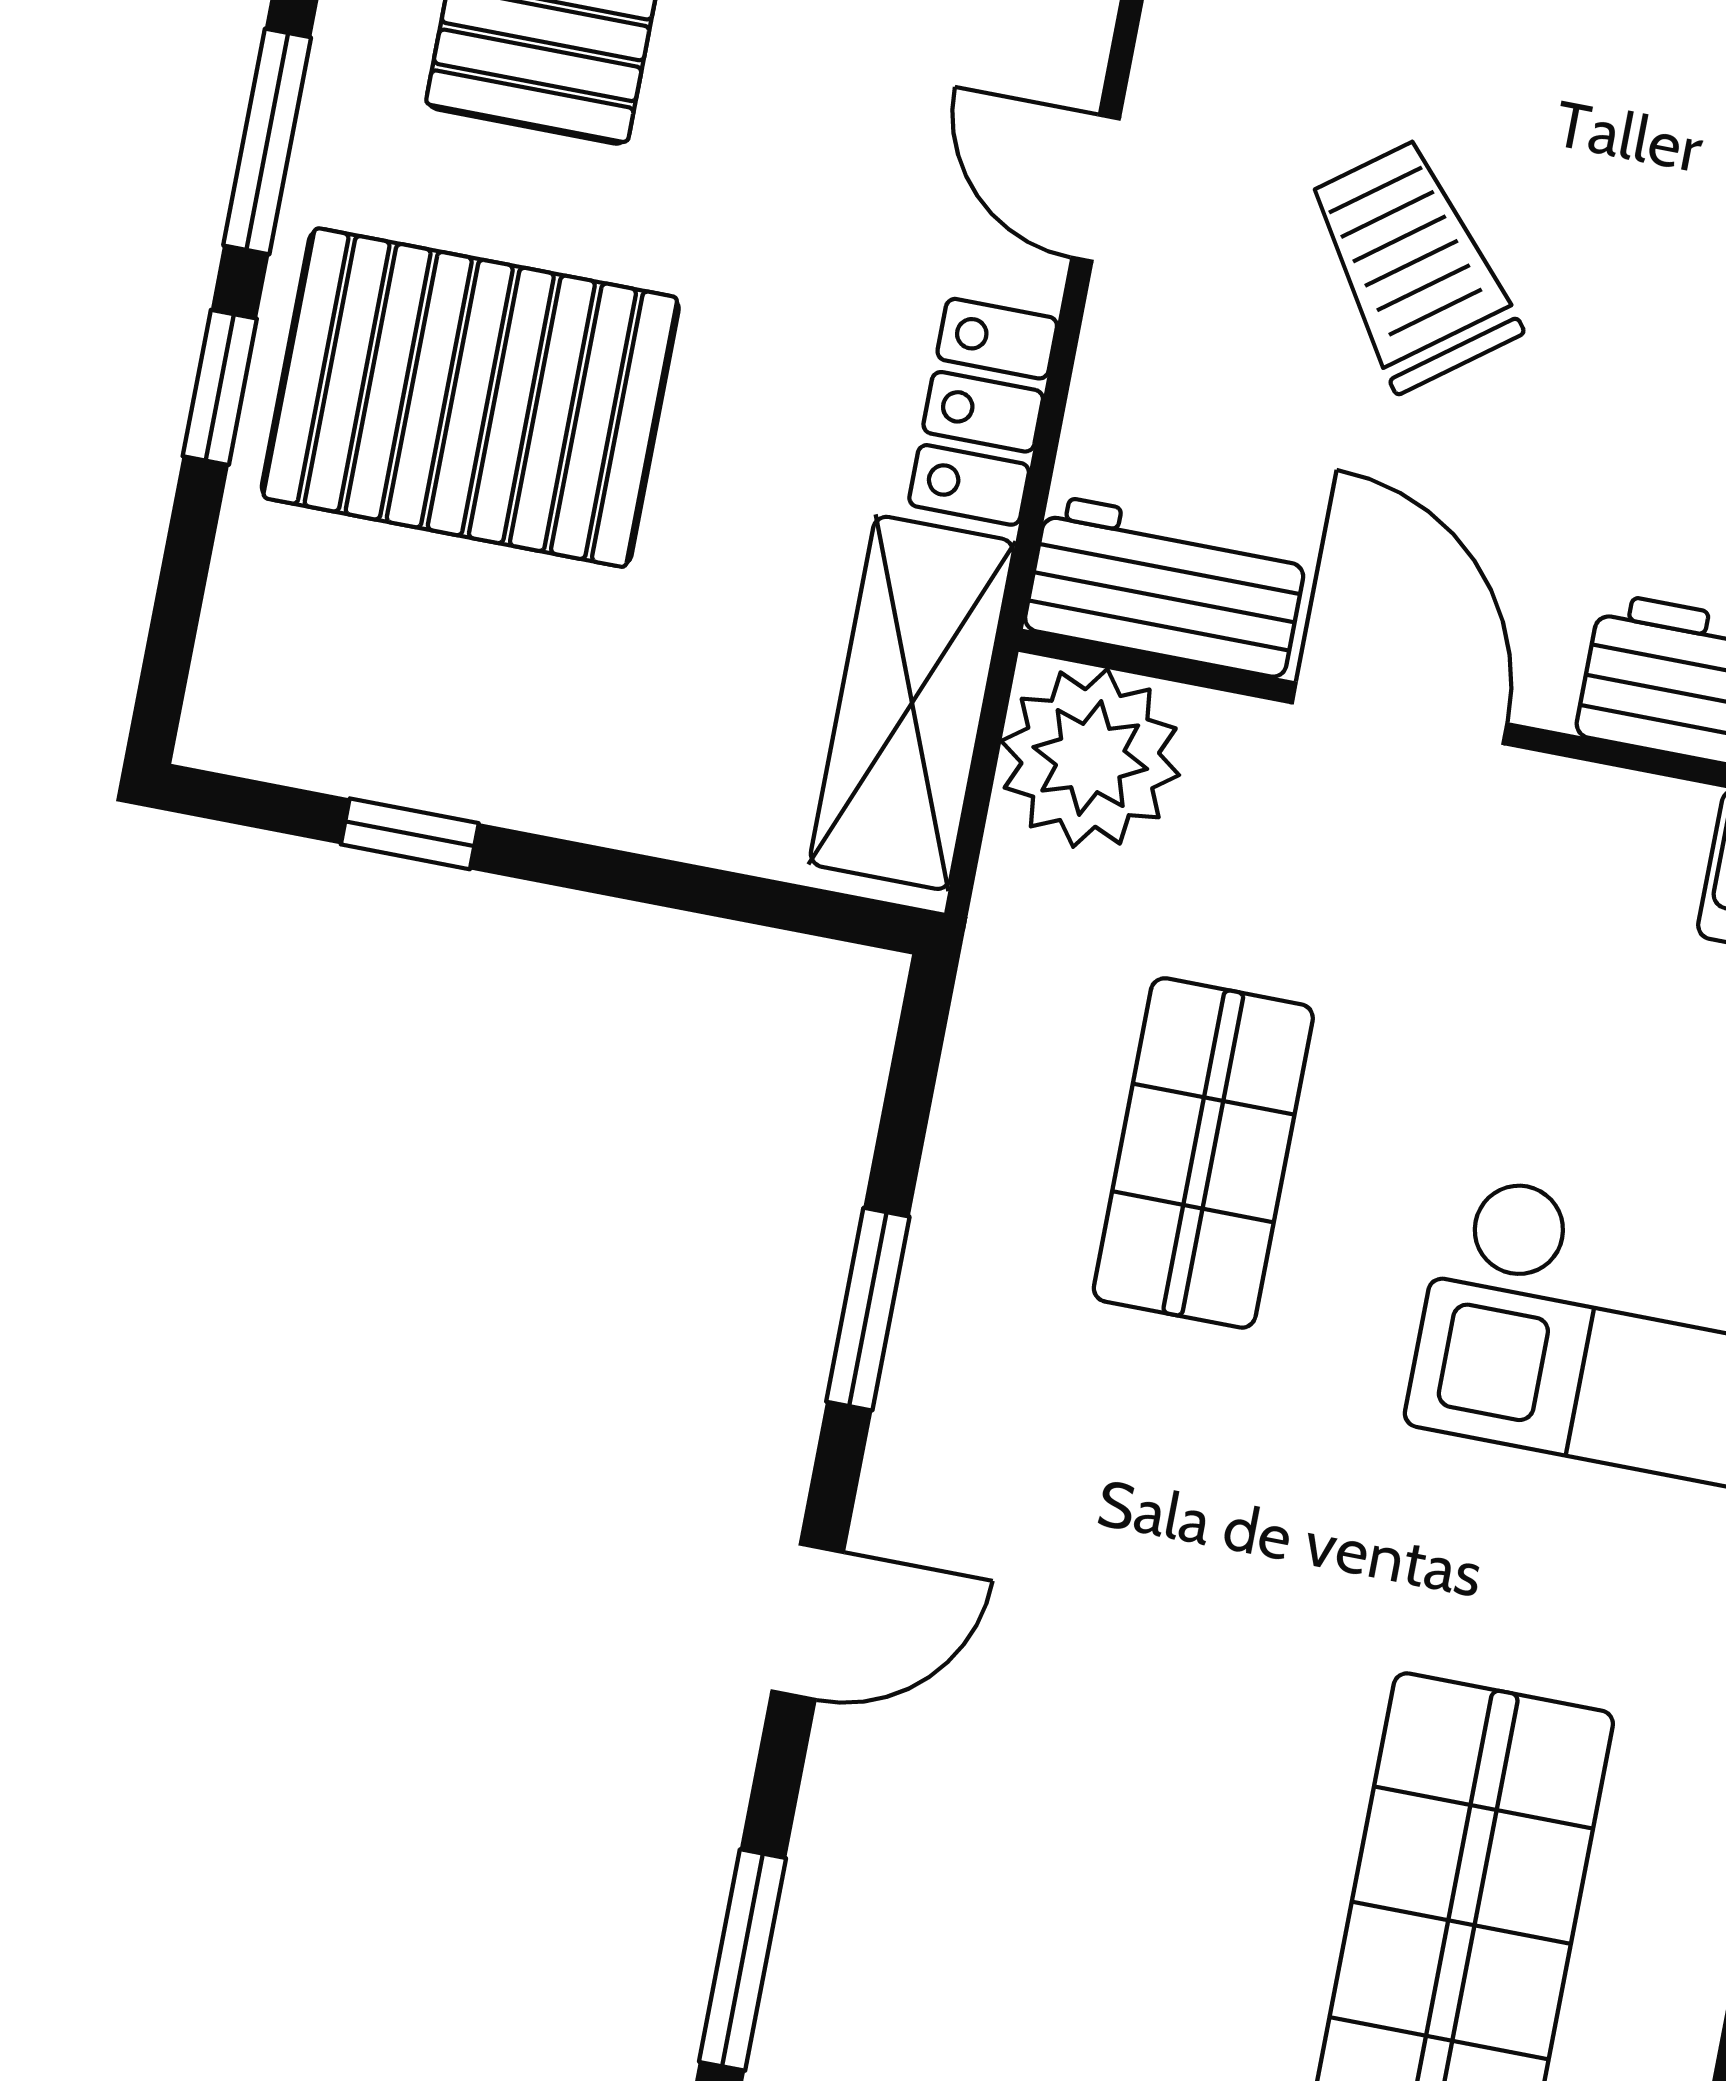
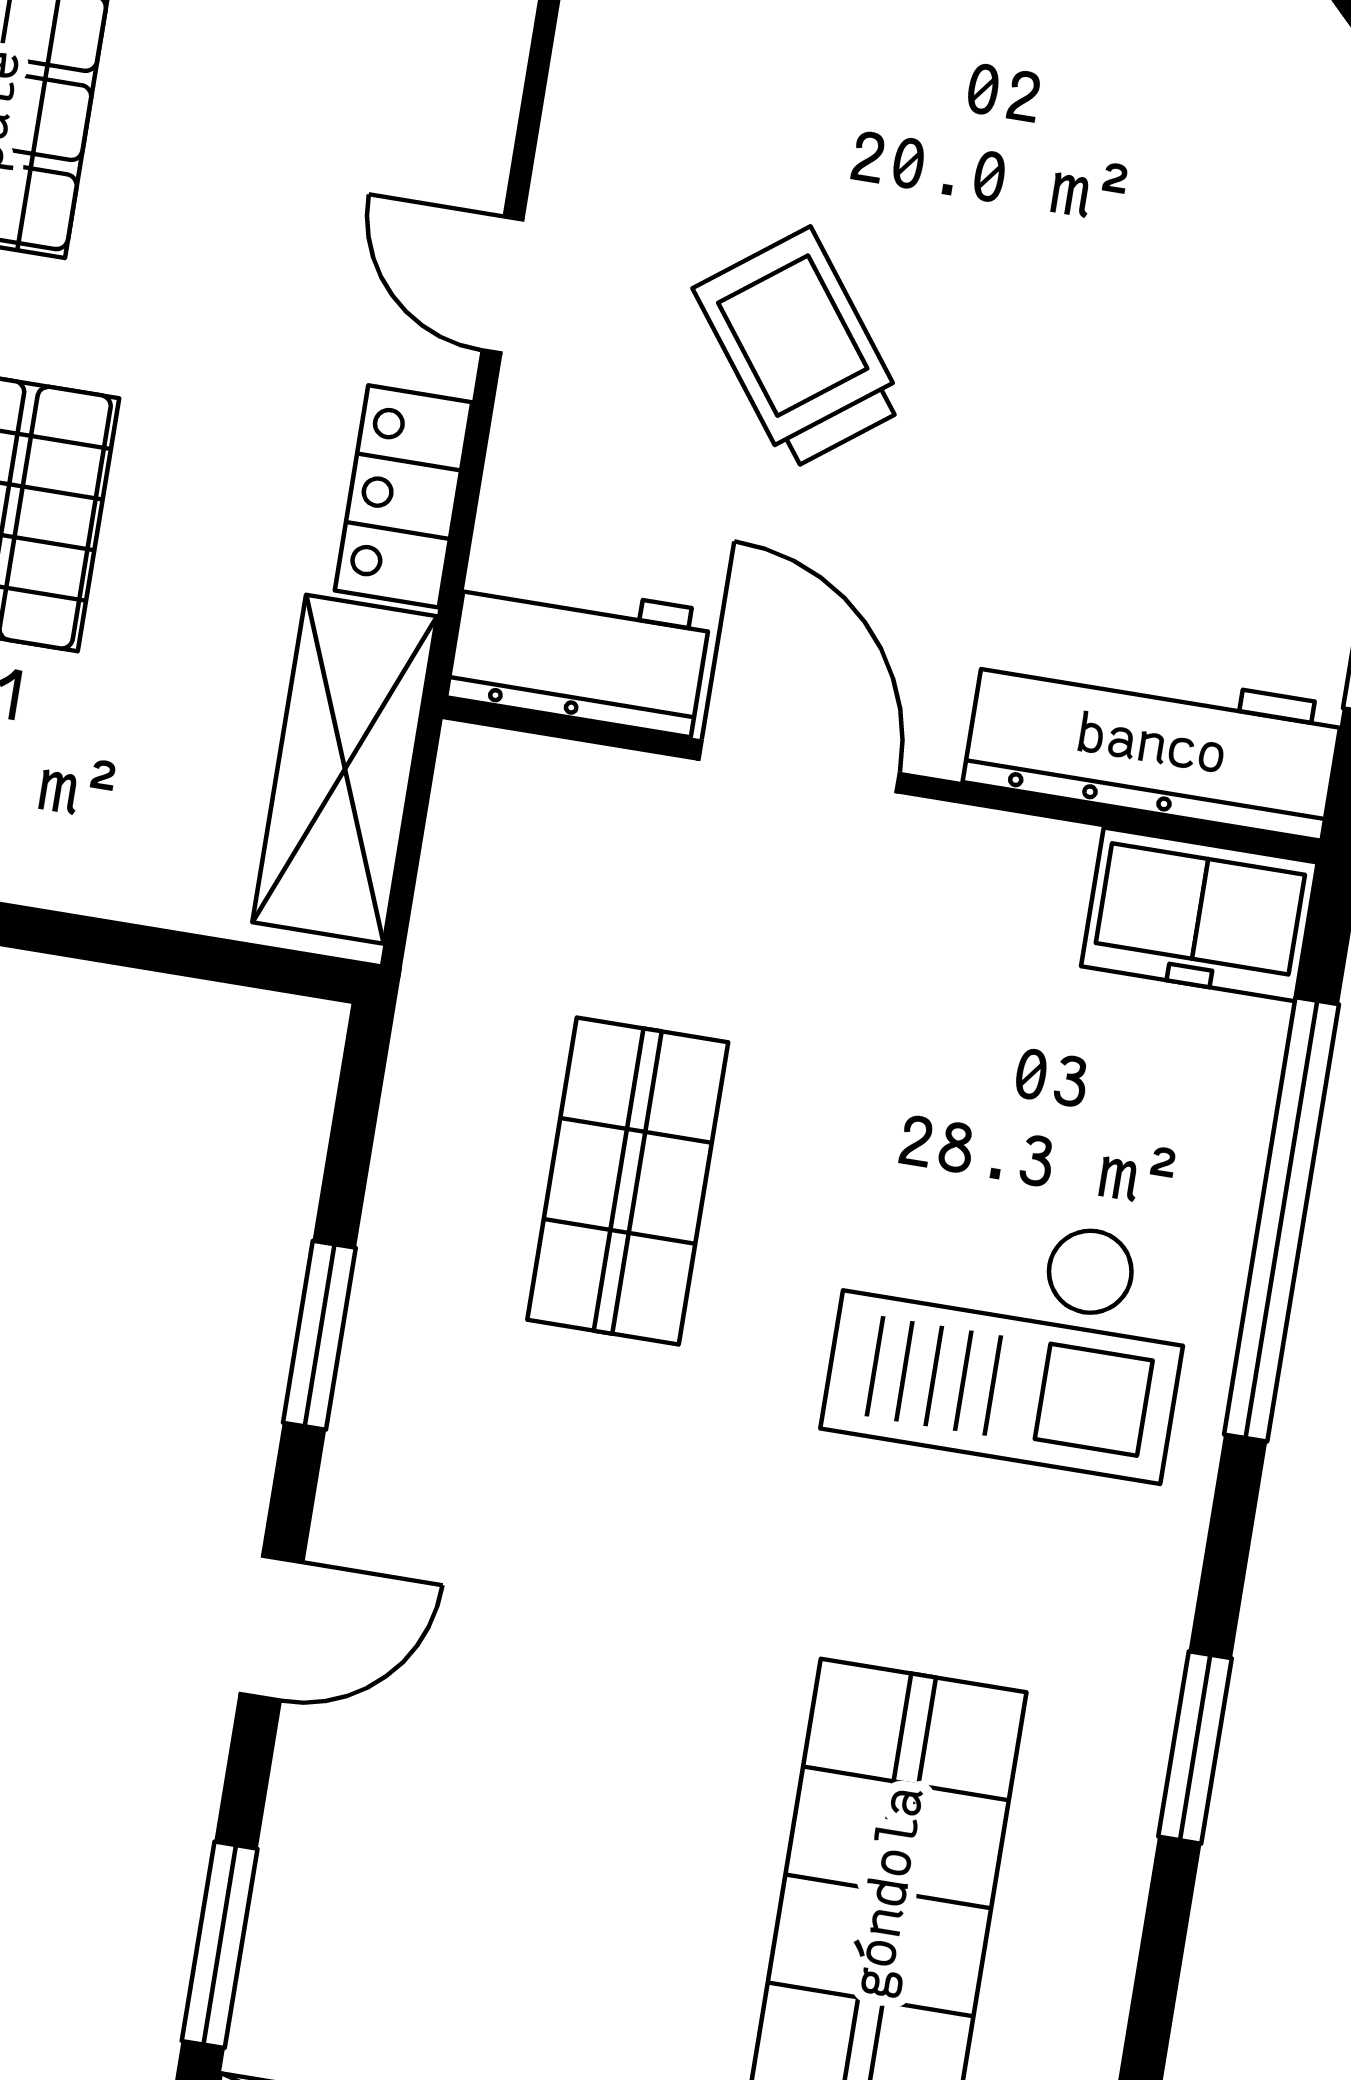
plant: (1090, 758) -> (512, 816), removed

